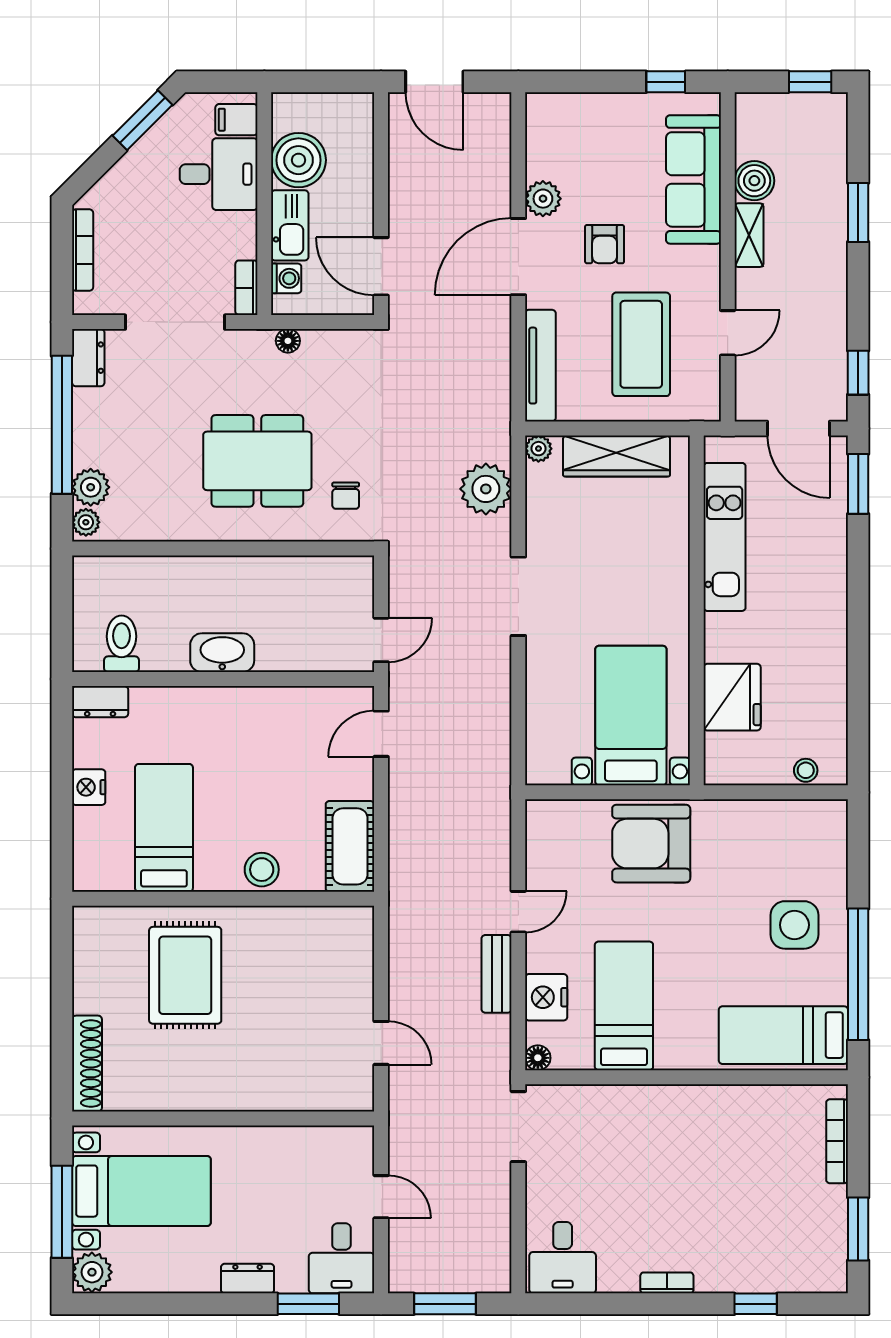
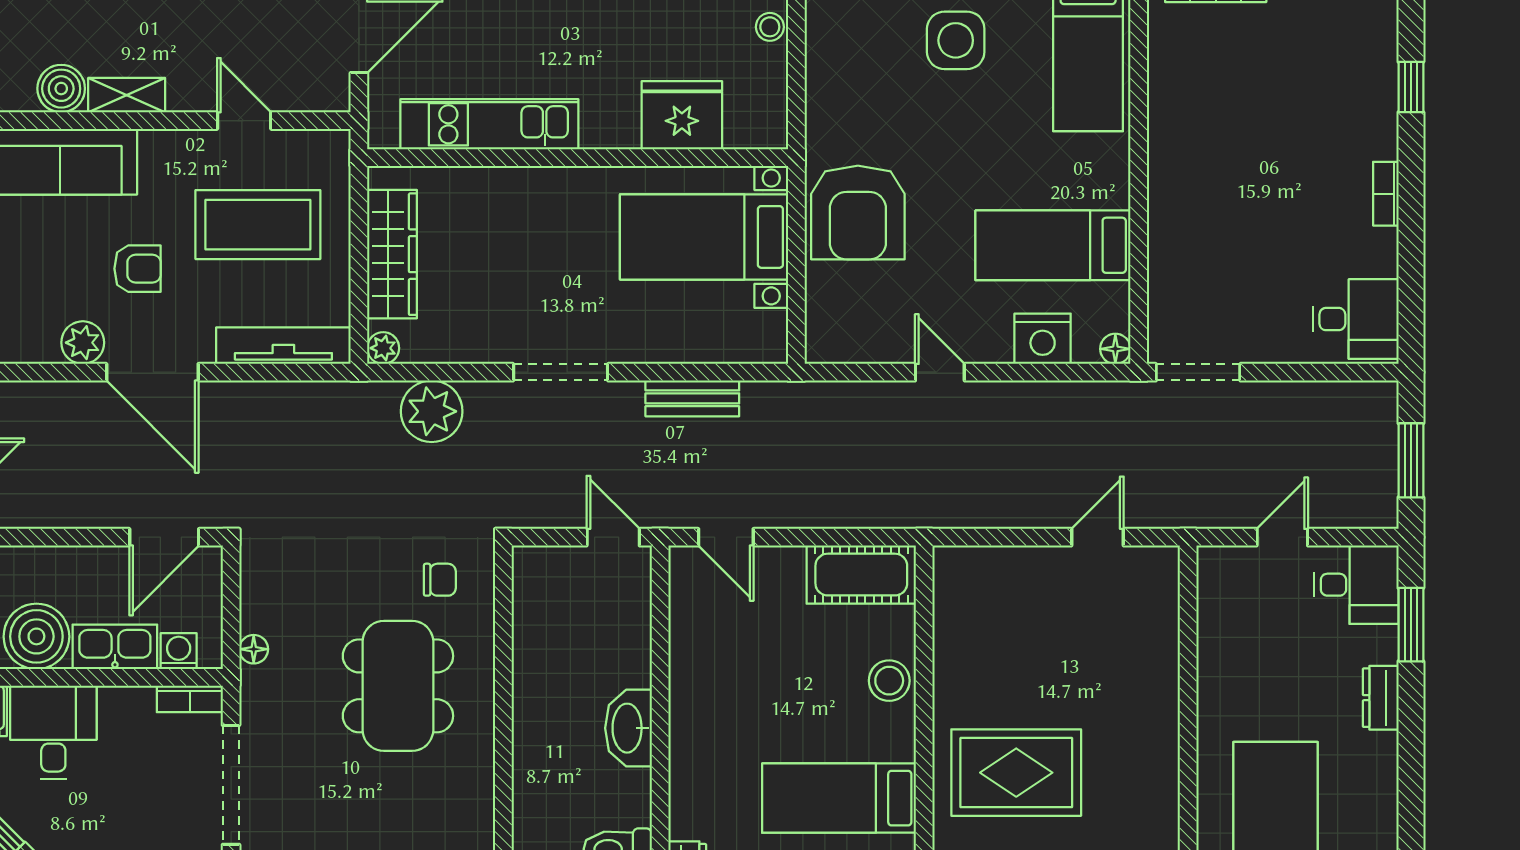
bench: (497, 974) -> (692, 398), moved

